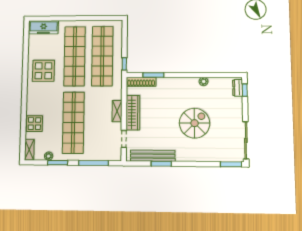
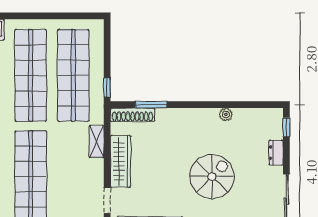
dresser: (238, 88) -> (276, 153), moved
shelving: (117, 111) -> (96, 142), moved

